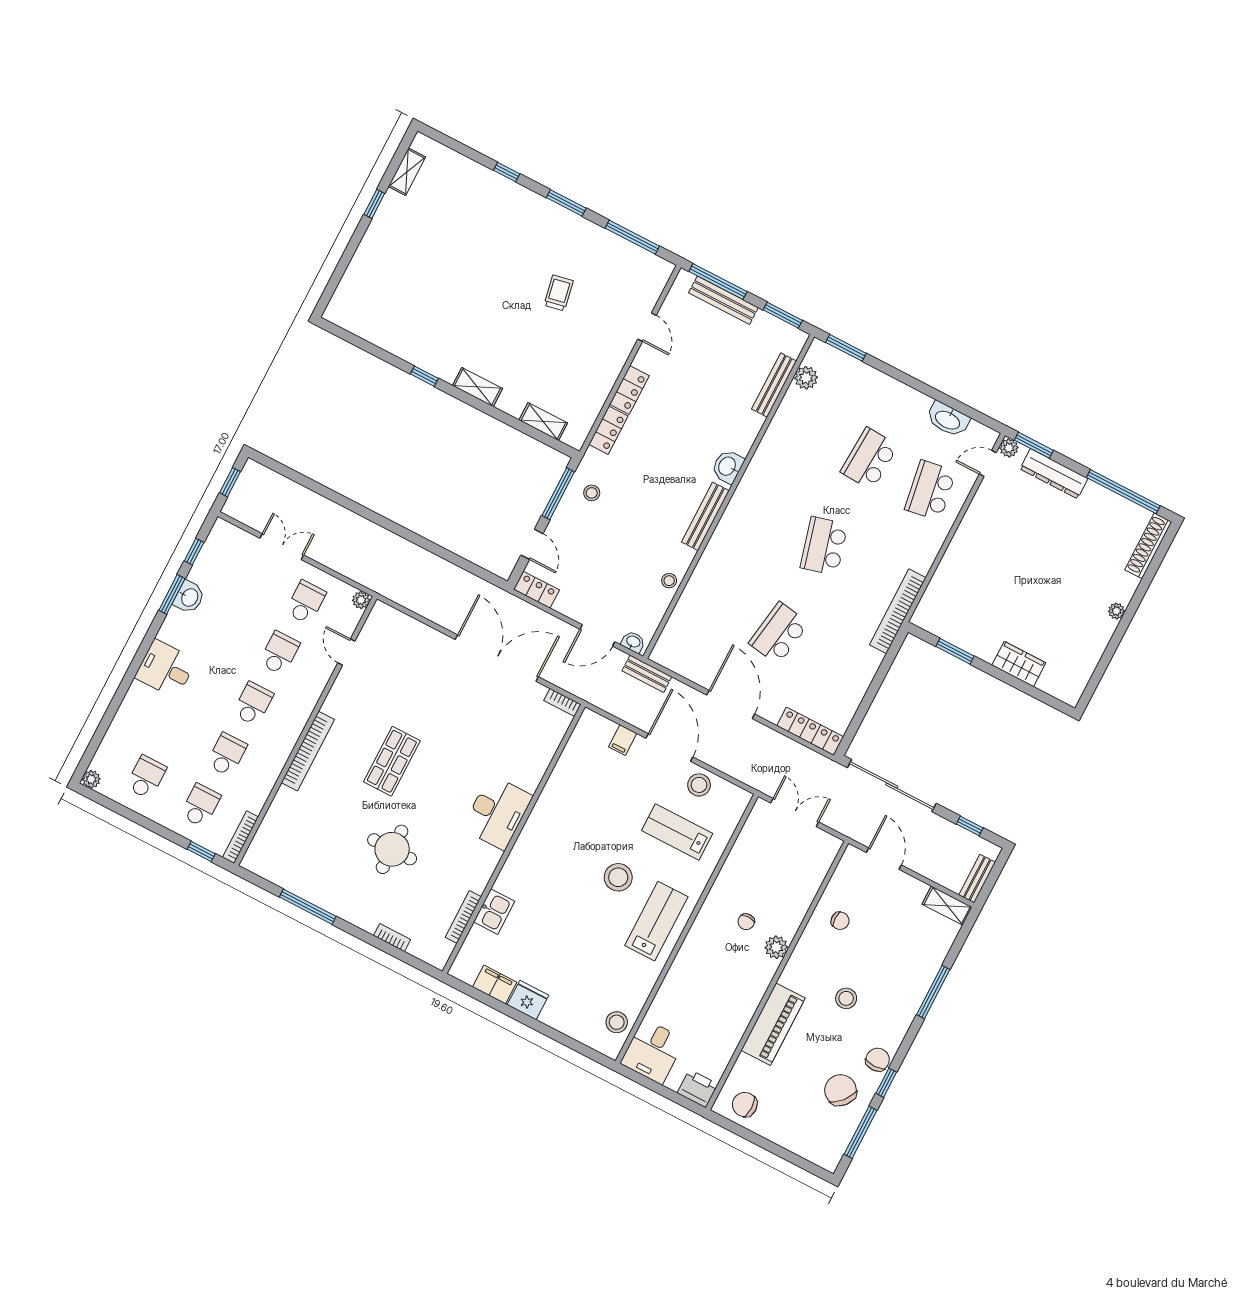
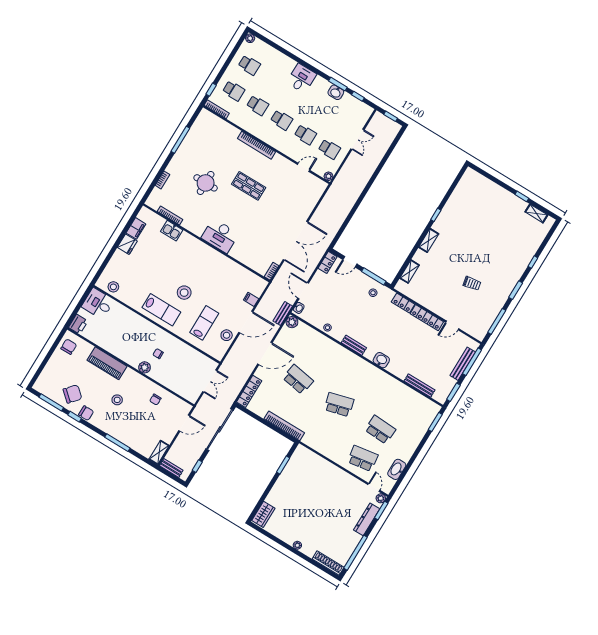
plant: (806, 378) -> (292, 322), moved
locker: (629, 390) -> (427, 318), width x1.53
bench: (705, 516) -> (354, 345), width x0.73
bookcase: (898, 611) -> (284, 426), moved
wardrobe: (1019, 664) -> (263, 514), moved

